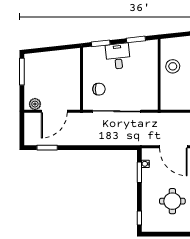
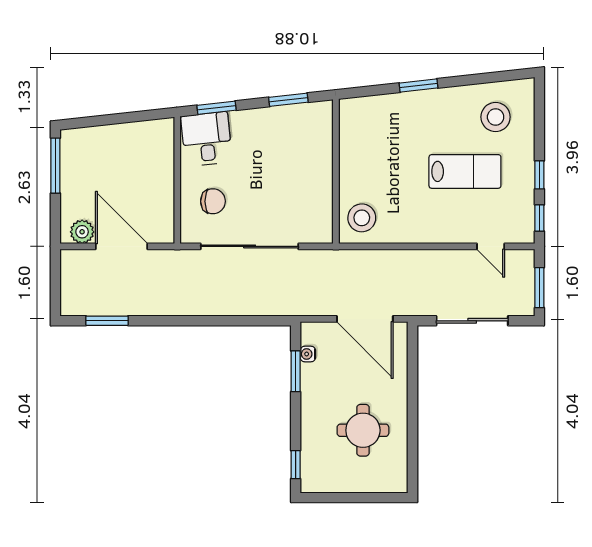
desk: (118, 56) -> (207, 139), moved
stool: (173, 66) -> (362, 218), moved
door: (54, 111) -> (122, 246), swing flipped

